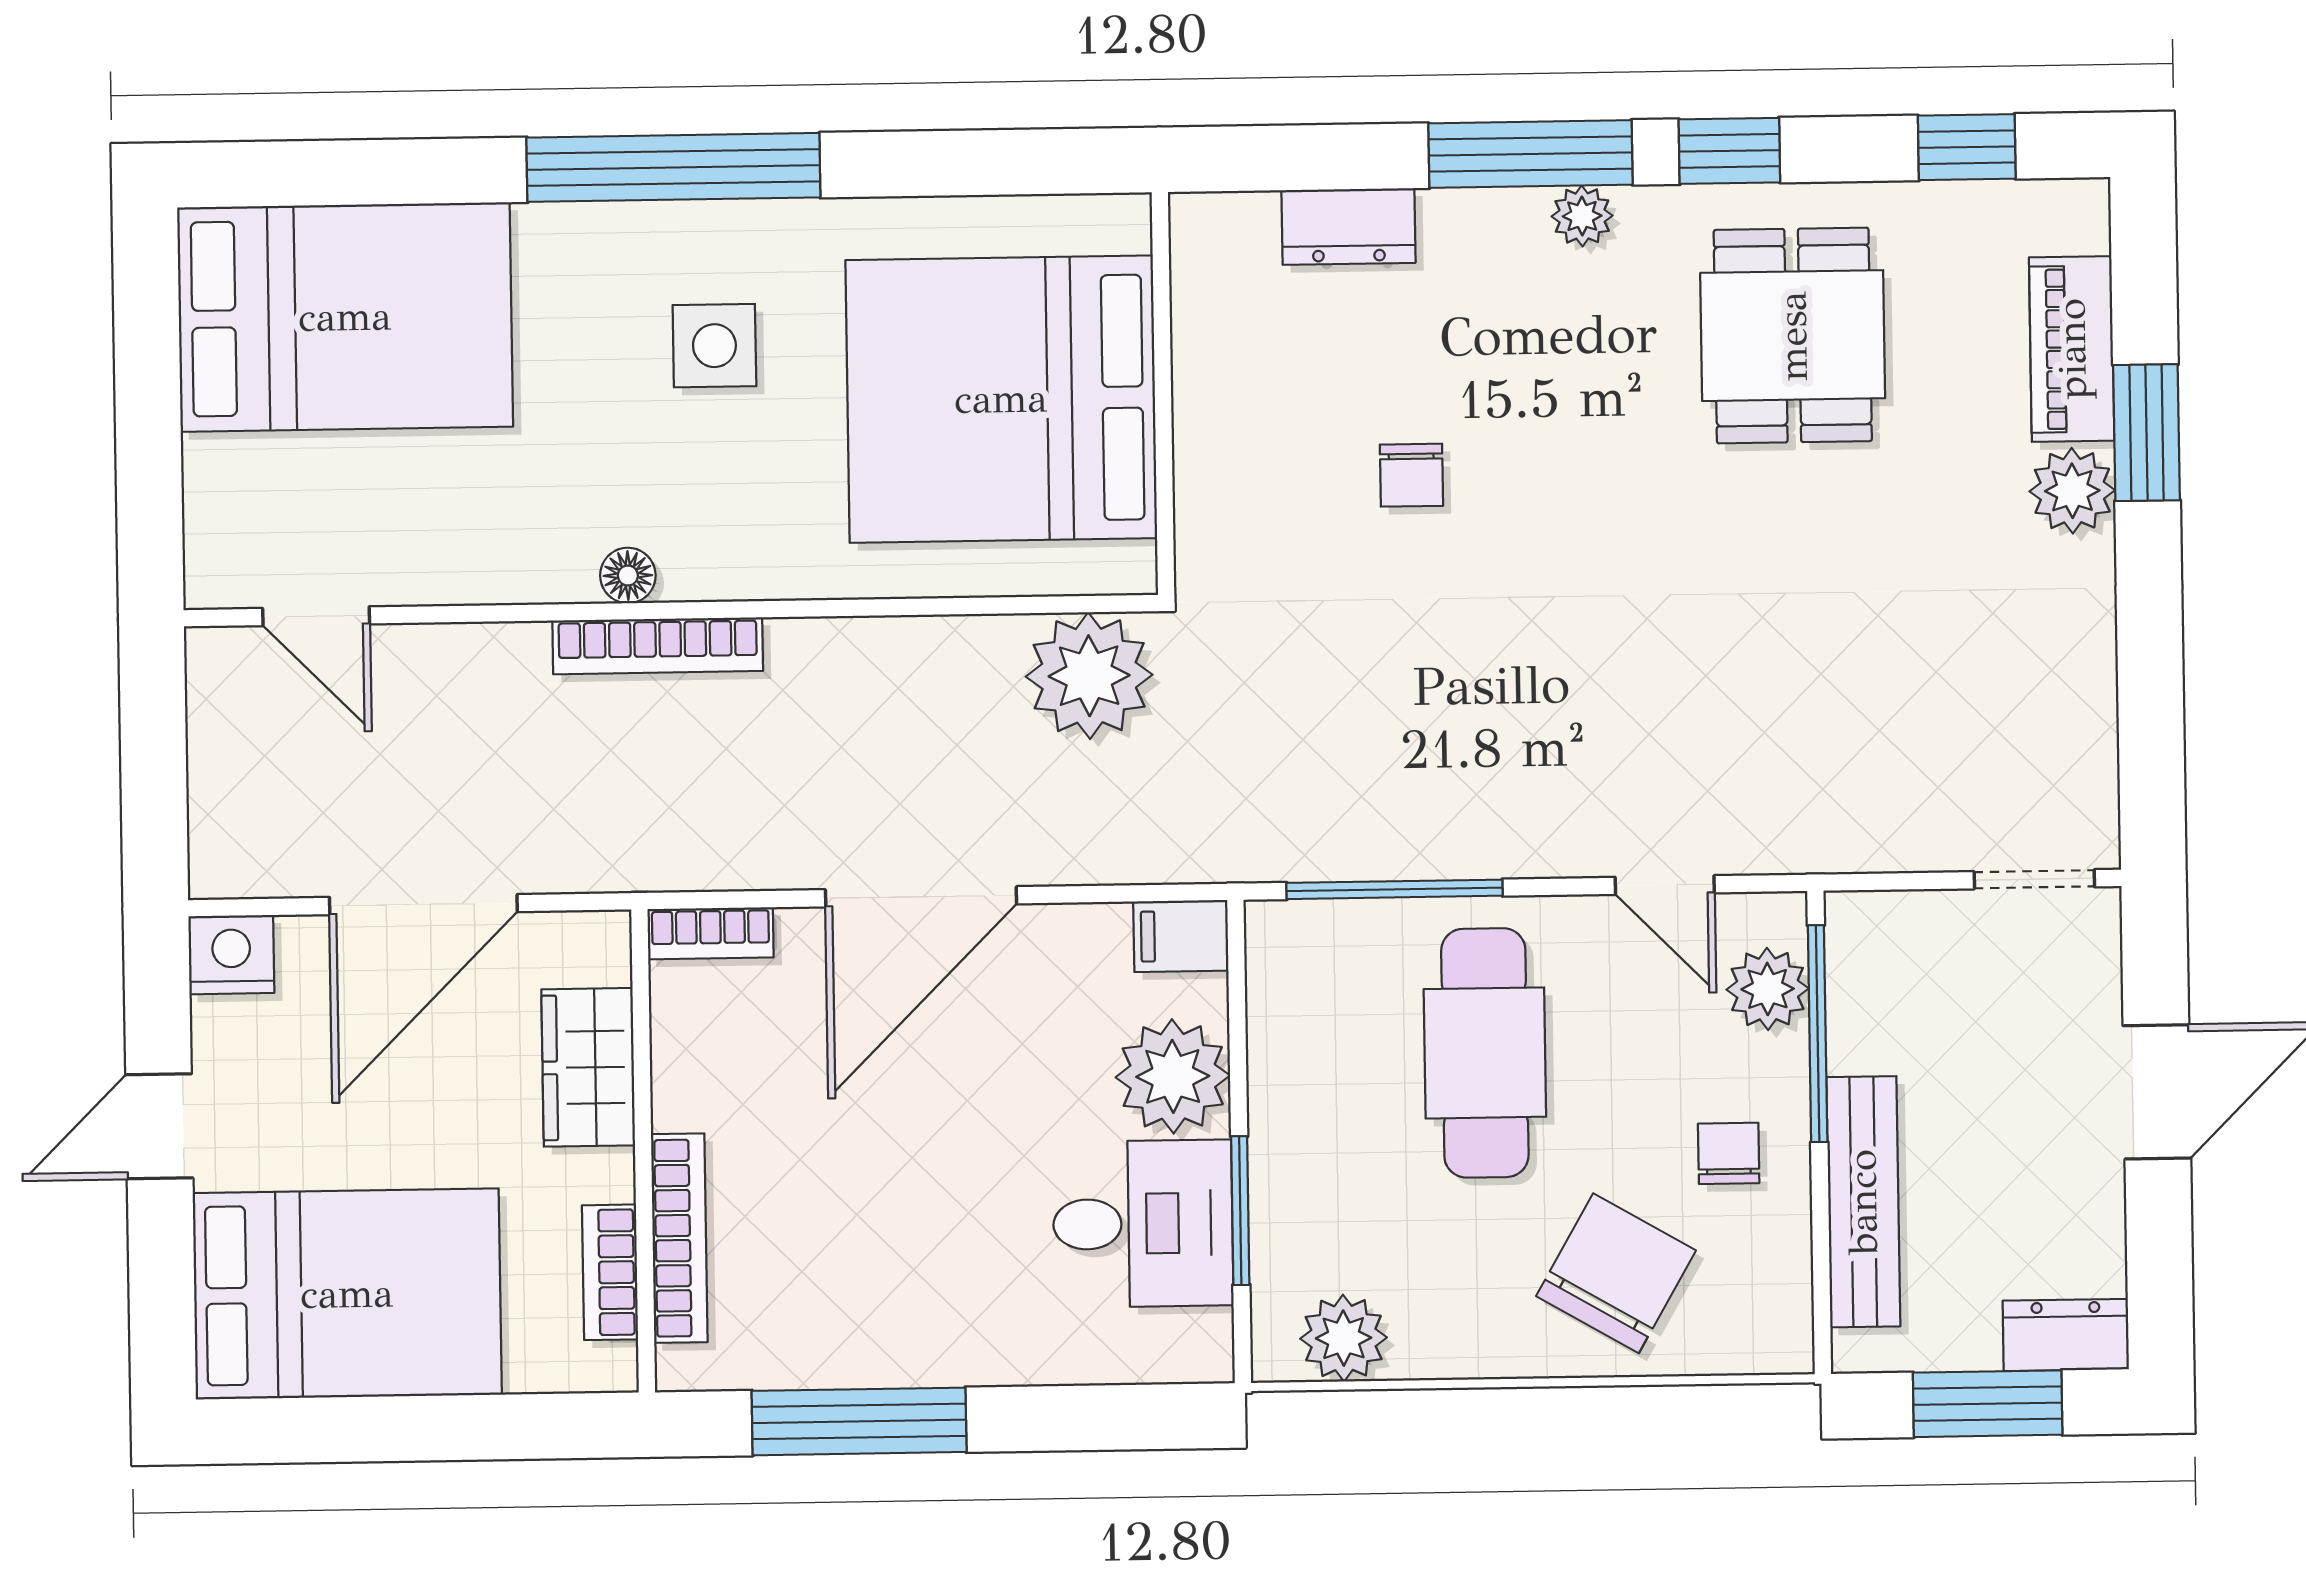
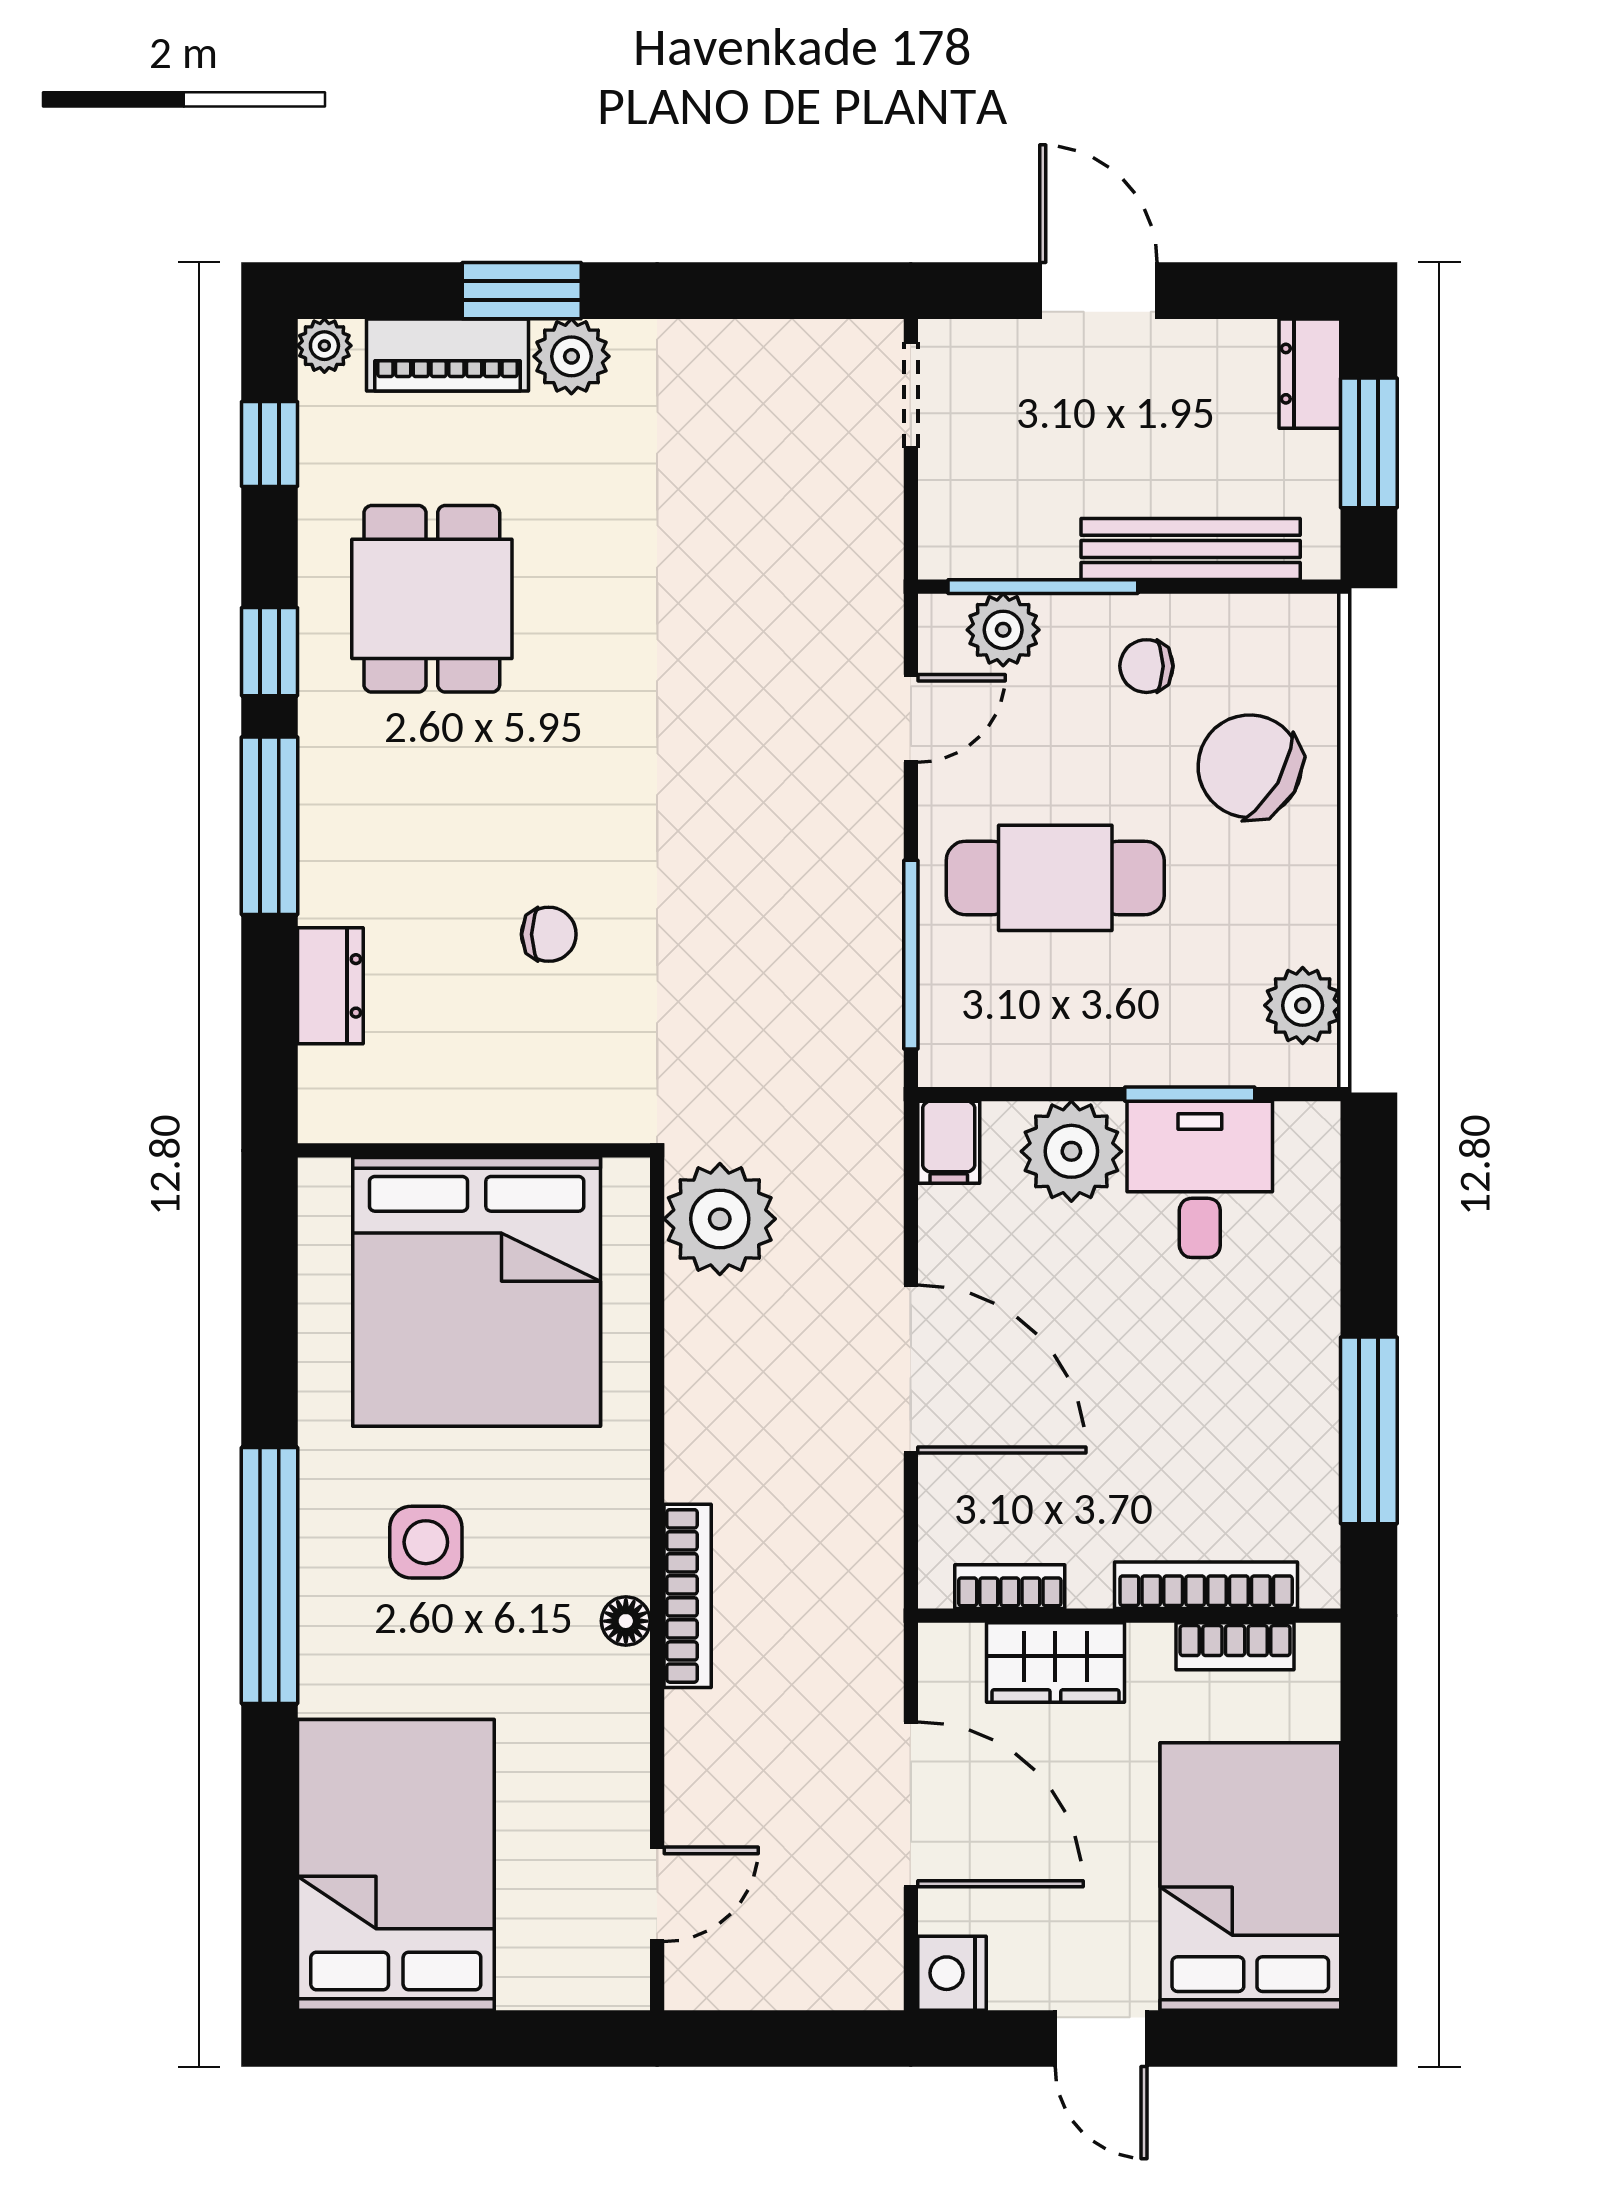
plant: (1582, 216) -> (324, 346), moved
dining table: (1793, 336) -> (432, 599), turned 90
bookcase: (710, 933) -> (1010, 1587), moved, turned -90

